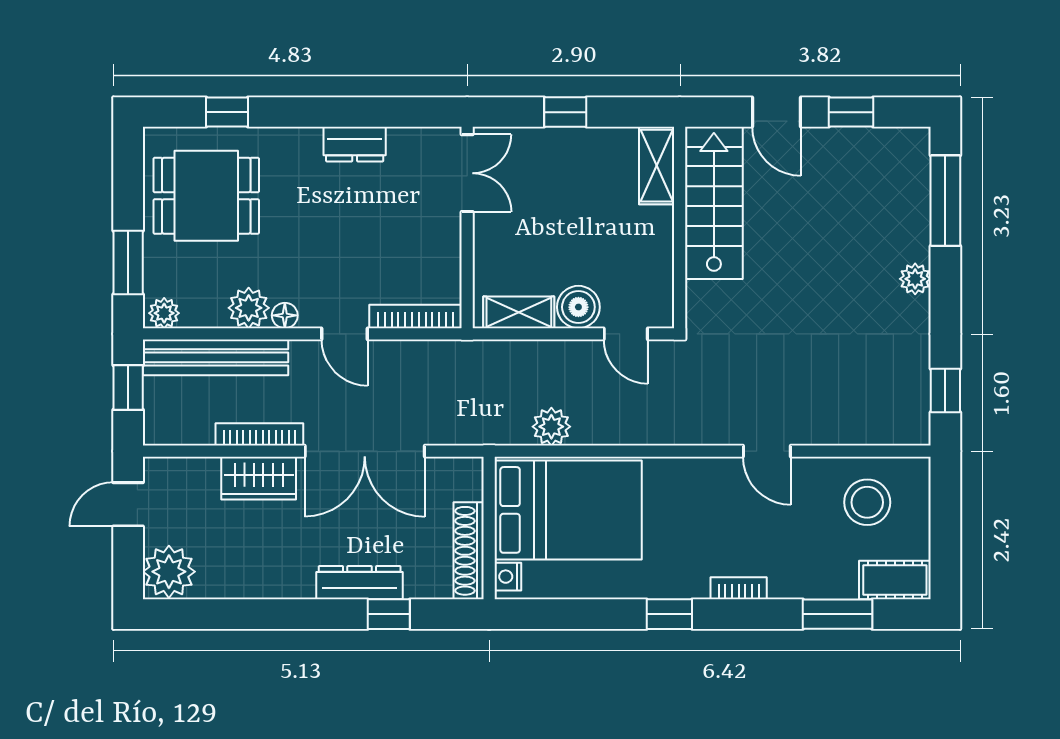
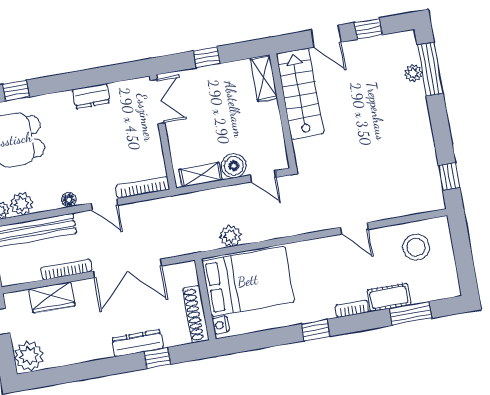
plant: (915, 279) -> (413, 73), moved
plant: (249, 308) -> (22, 204), moved
wardrobe: (259, 478) -> (52, 297), moved
cot: (895, 580) -> (389, 297), moved

